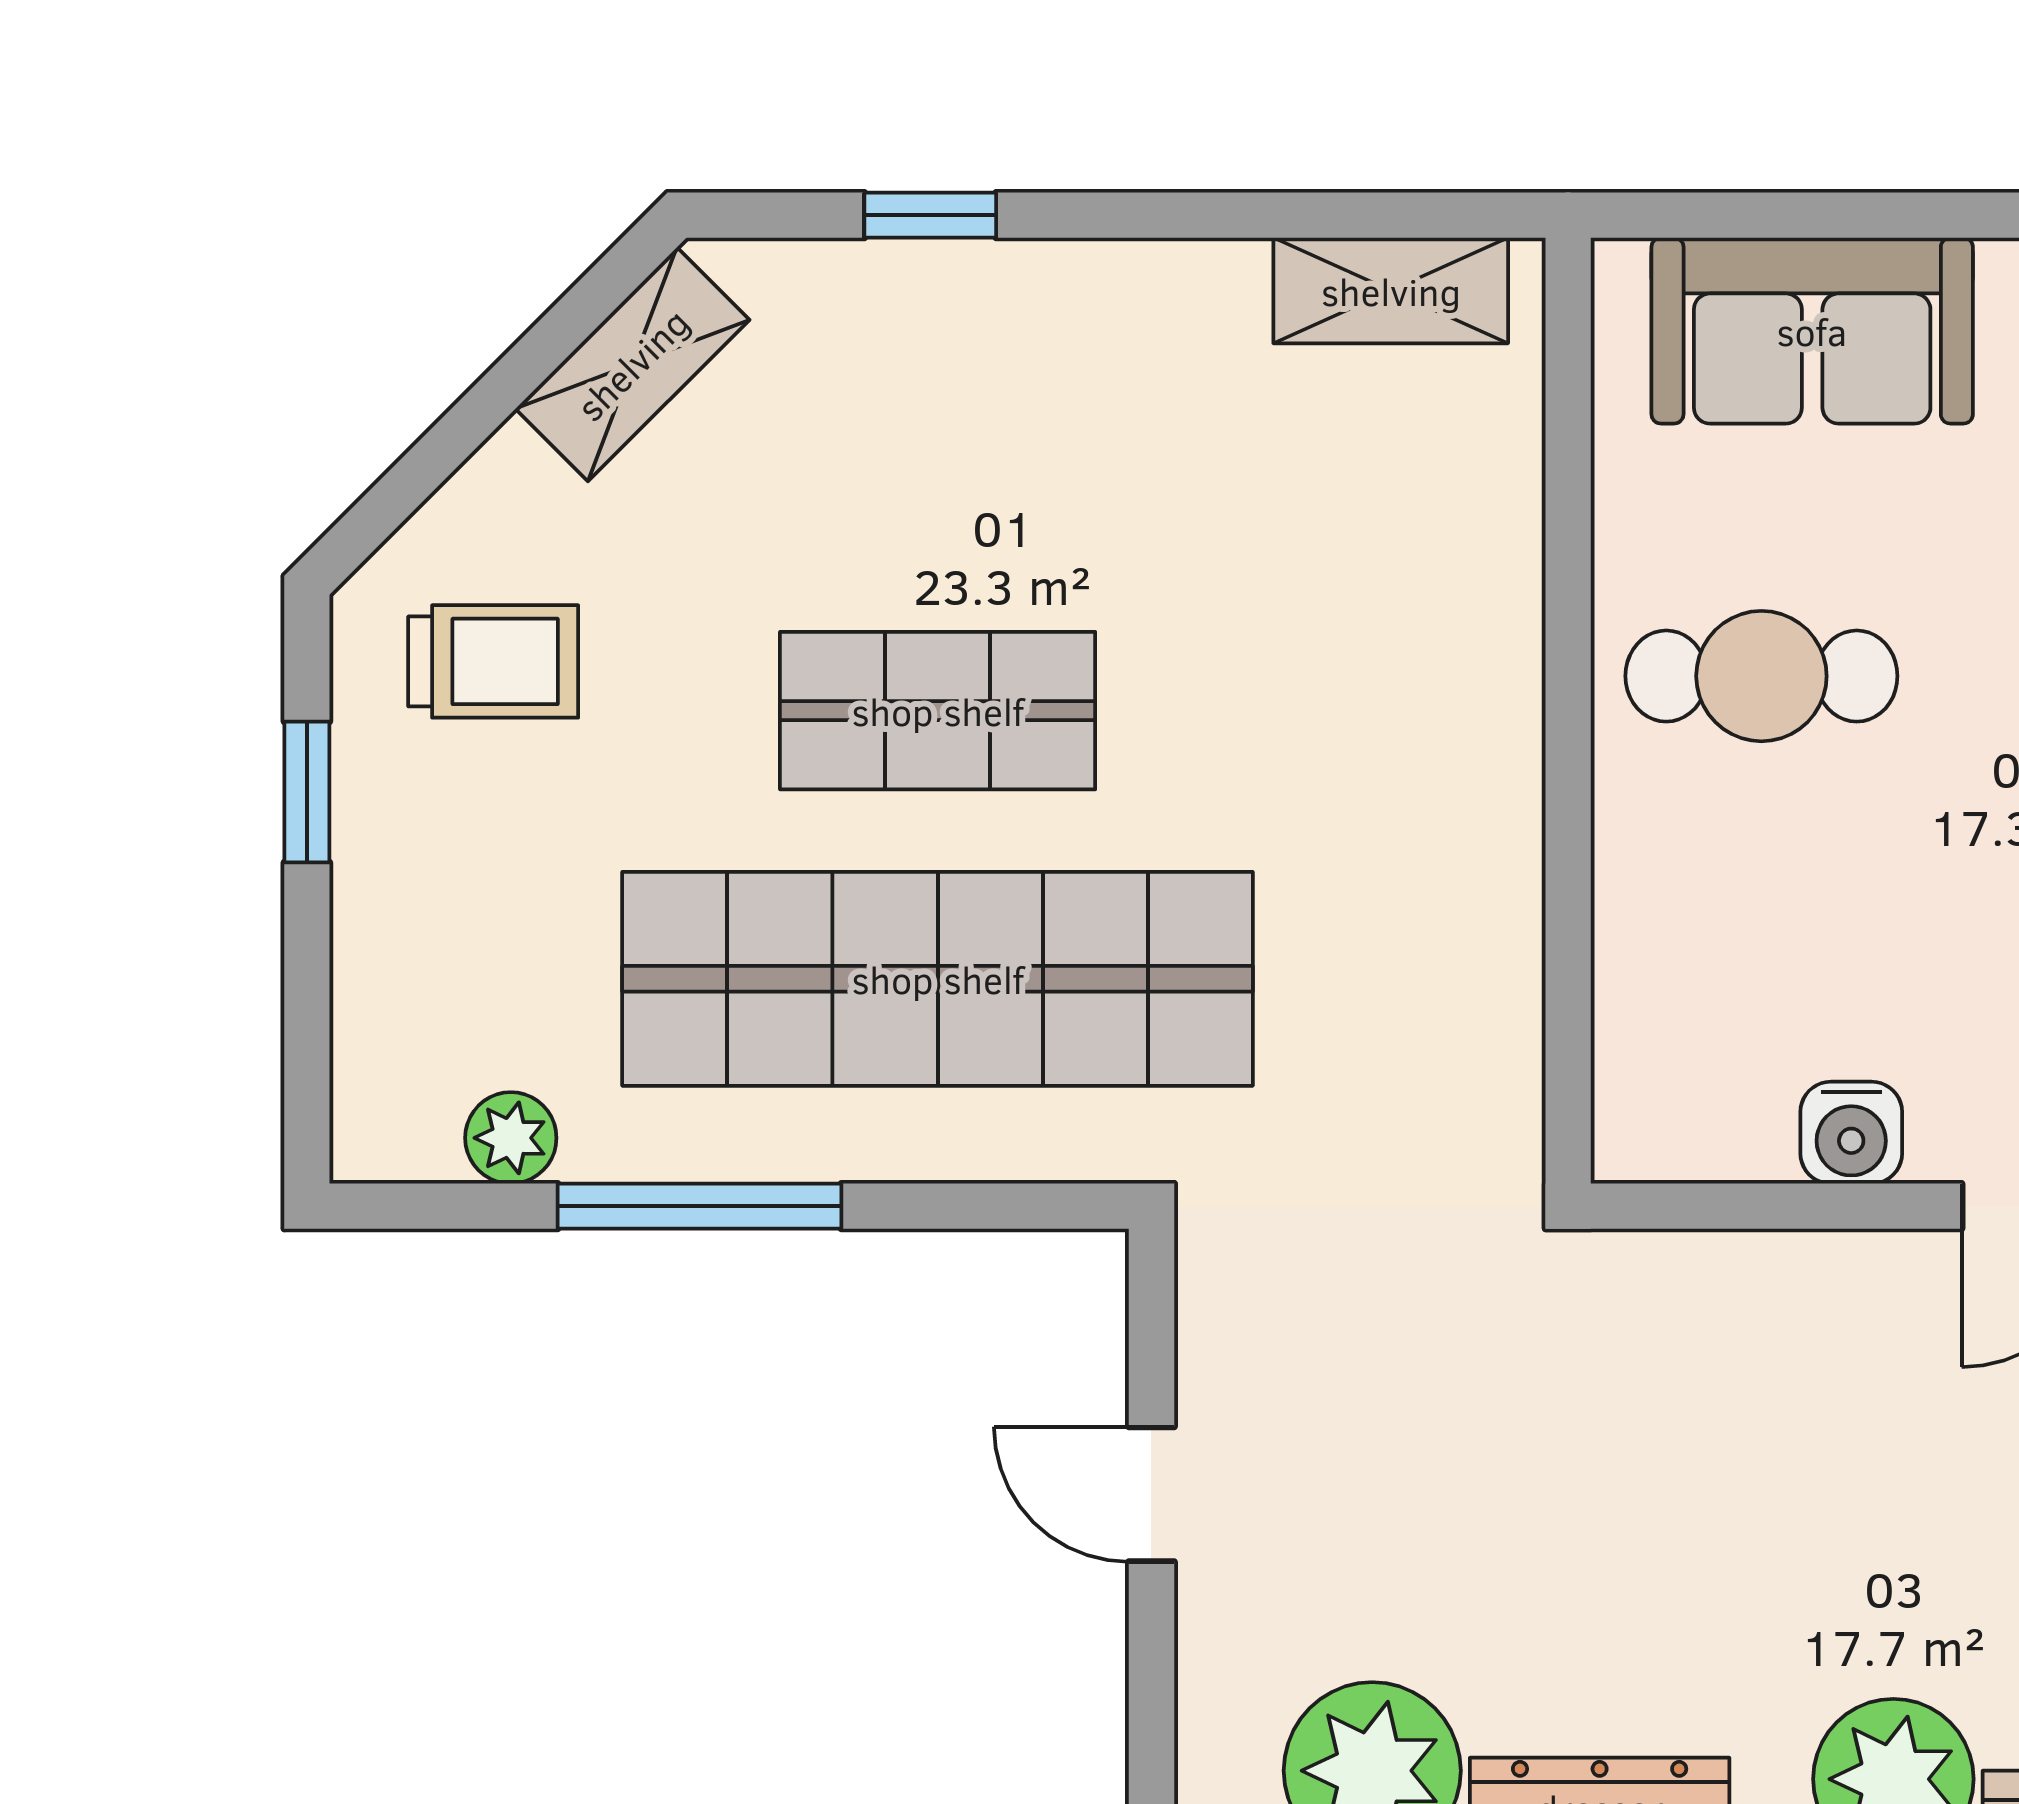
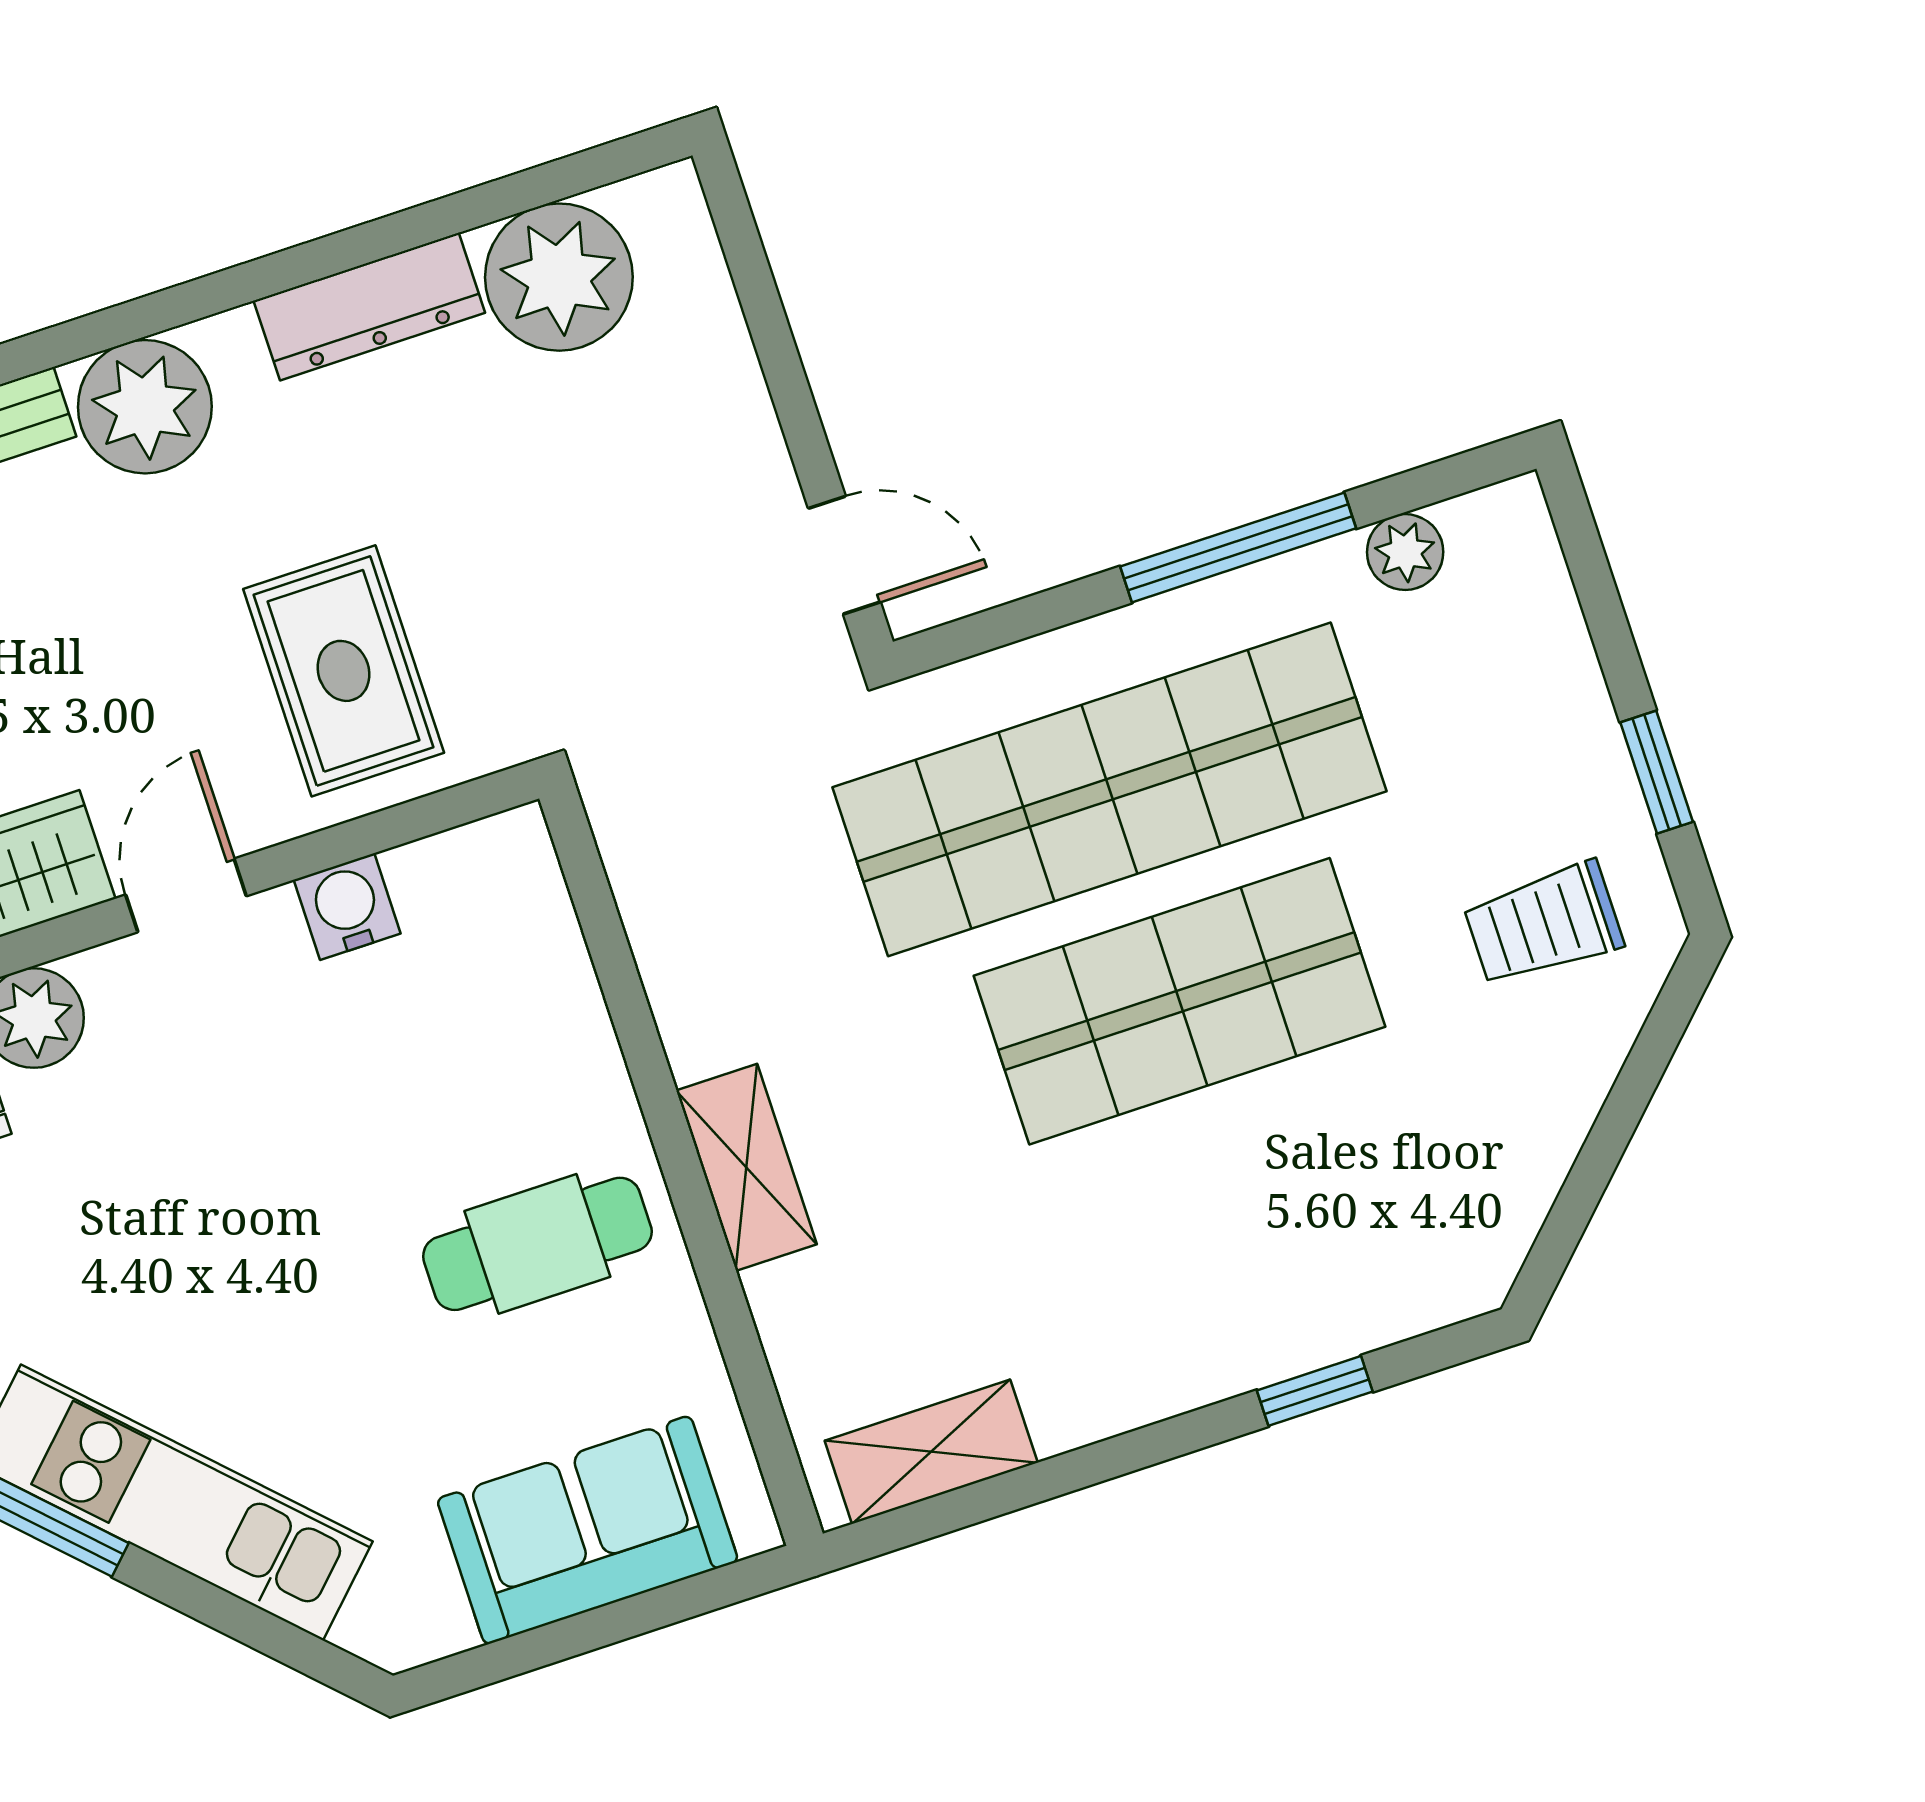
shelving: (632, 364) -> (746, 1167), moved, turned -45
shop shelf: (938, 711) -> (1180, 1001), width x1.43, depth x1.36
rug: (1766, 1403) -> (344, 671), added
door: (1151, 1494) -> (844, 555), moved

